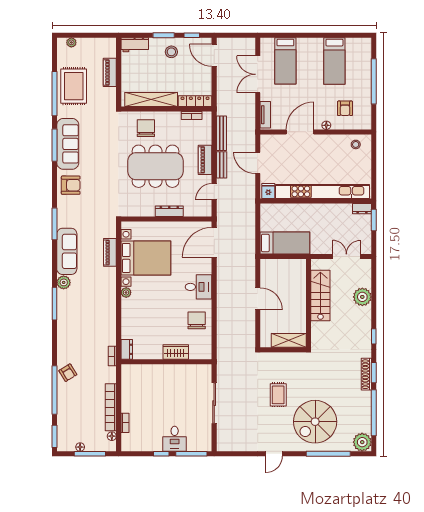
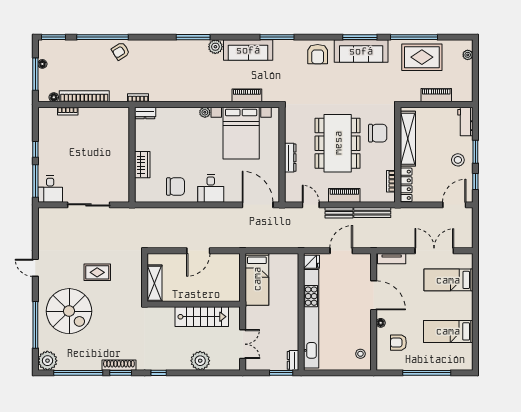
spiral stairs: (315, 422) -> (69, 311), turned 180
desk: (175, 439) -> (50, 189), moved, turned -90

